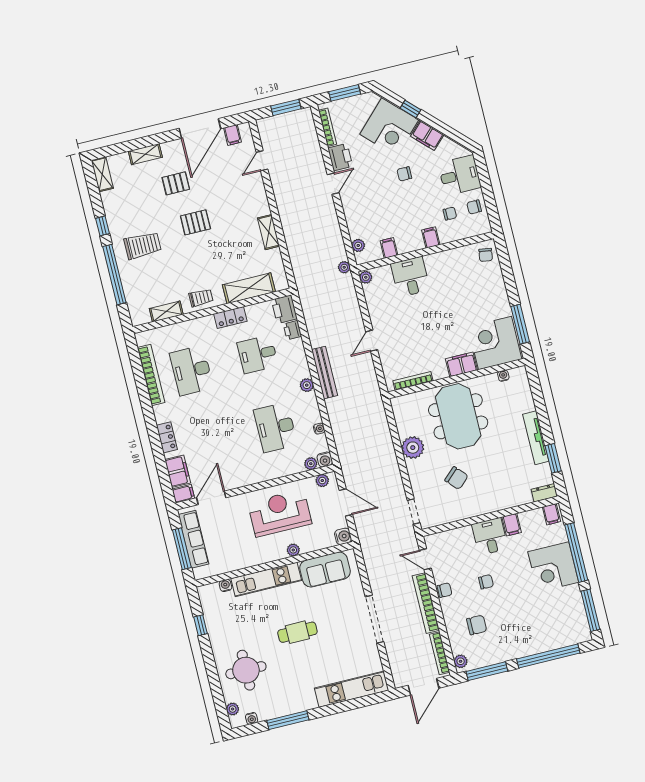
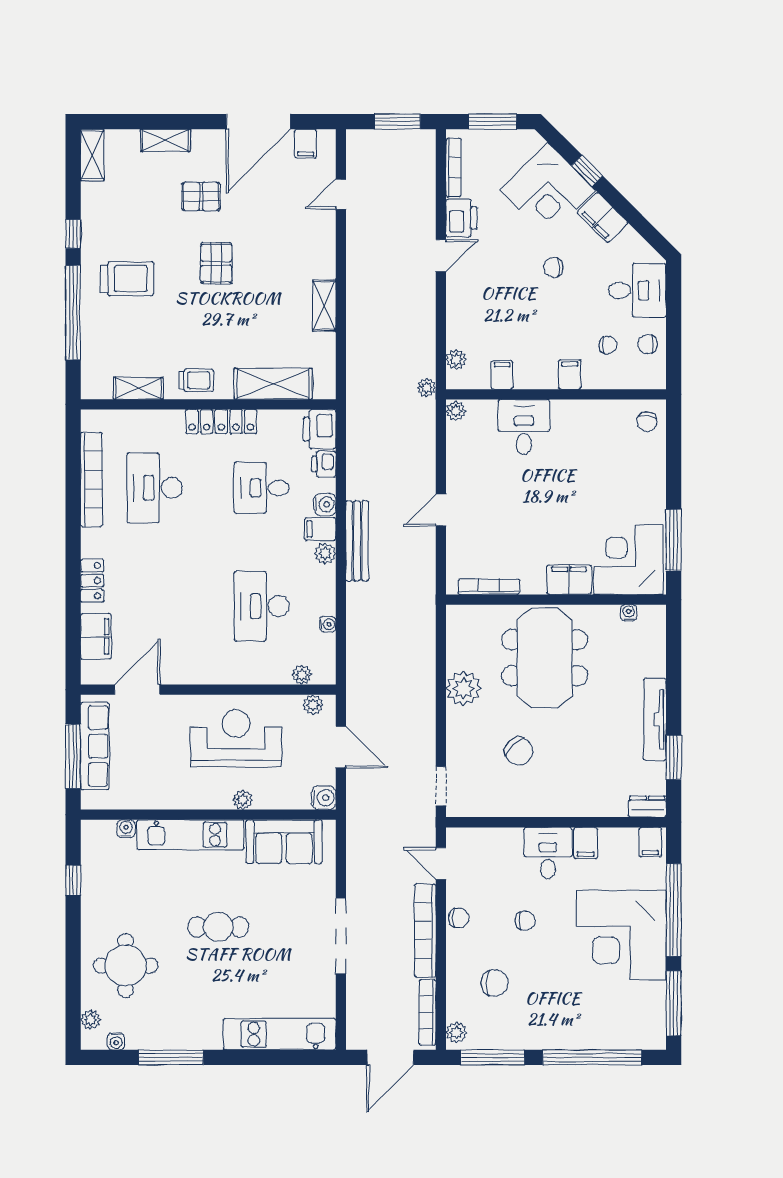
pallet: (195, 222) -> (216, 263), turned 90
locker: (230, 317) -> (221, 421), width x1.53
water cooler: (325, 460) -> (325, 504), moved, turned -90
filing cabinet: (183, 494) -> (320, 529), moved, turned 180
corner desk: (553, 567) -> (621, 935), width x1.36, depth x1.36

